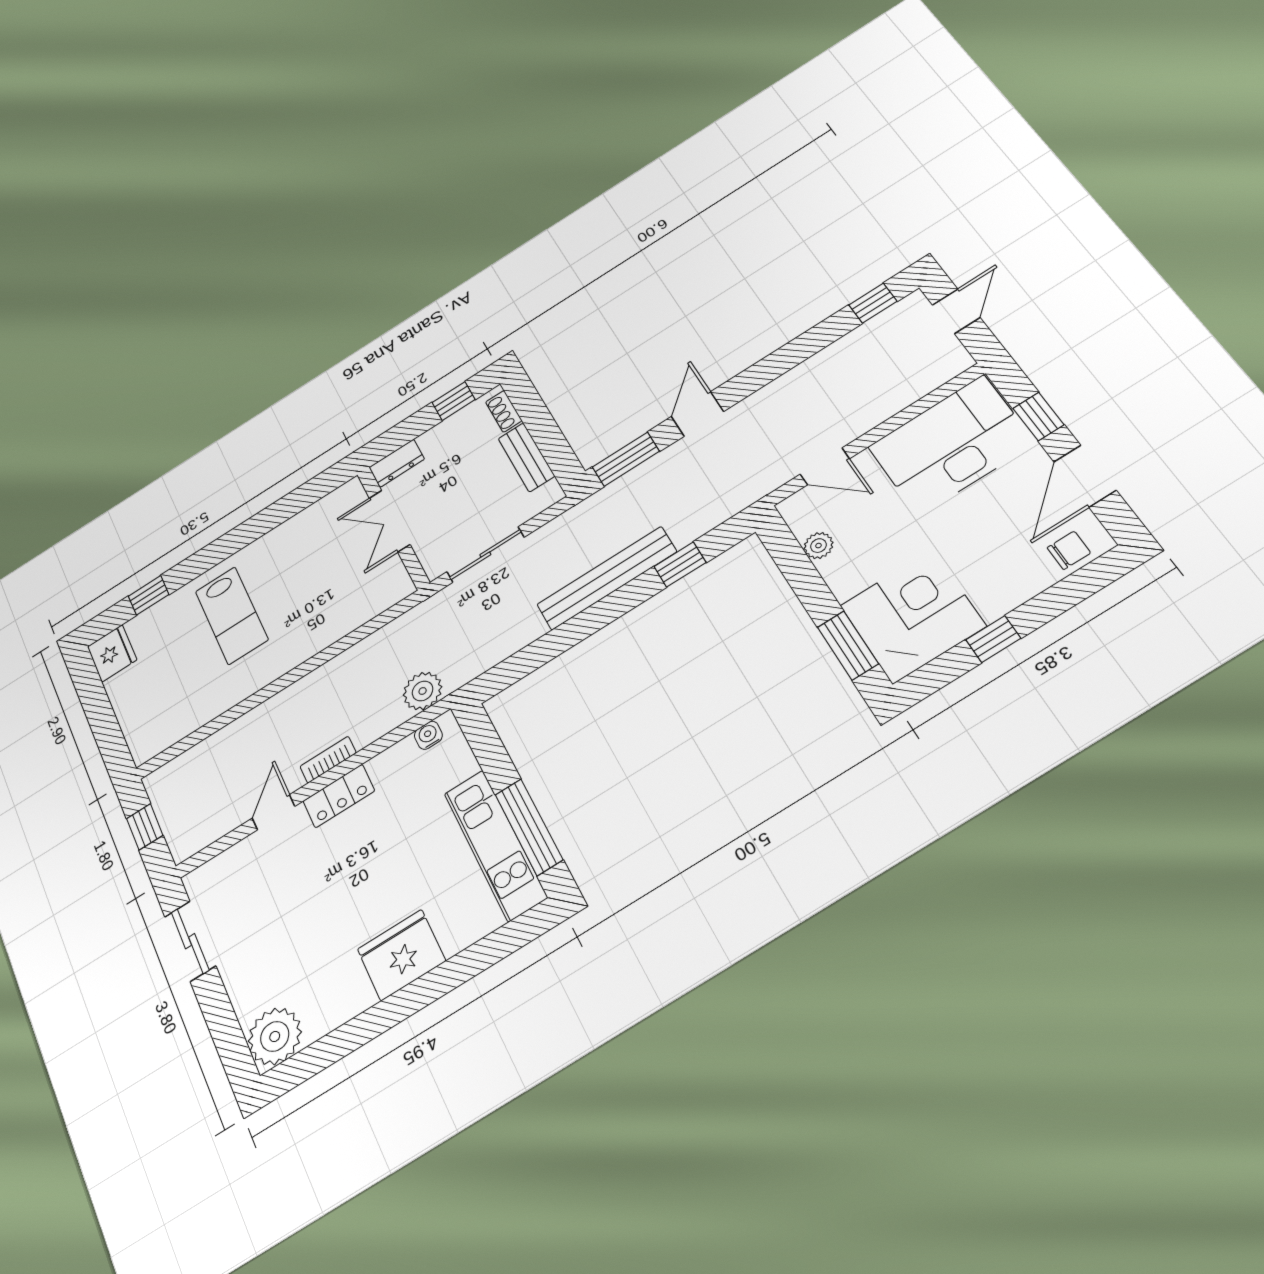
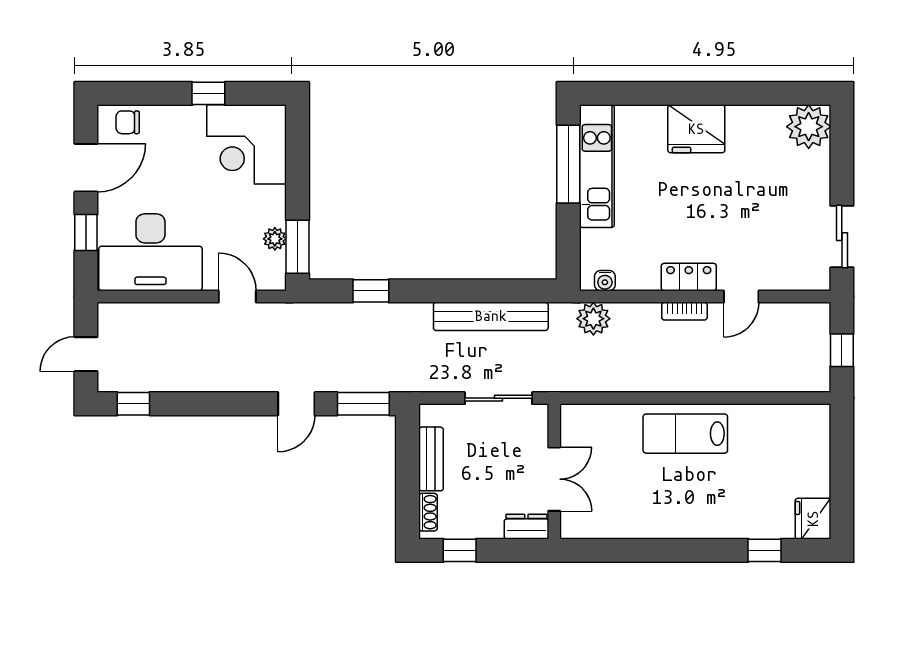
bench: (607, 578) -> (491, 316), moved
lab bench: (232, 615) -> (685, 434), moved, turned -90
window: (848, 645) -> (297, 247), moved

